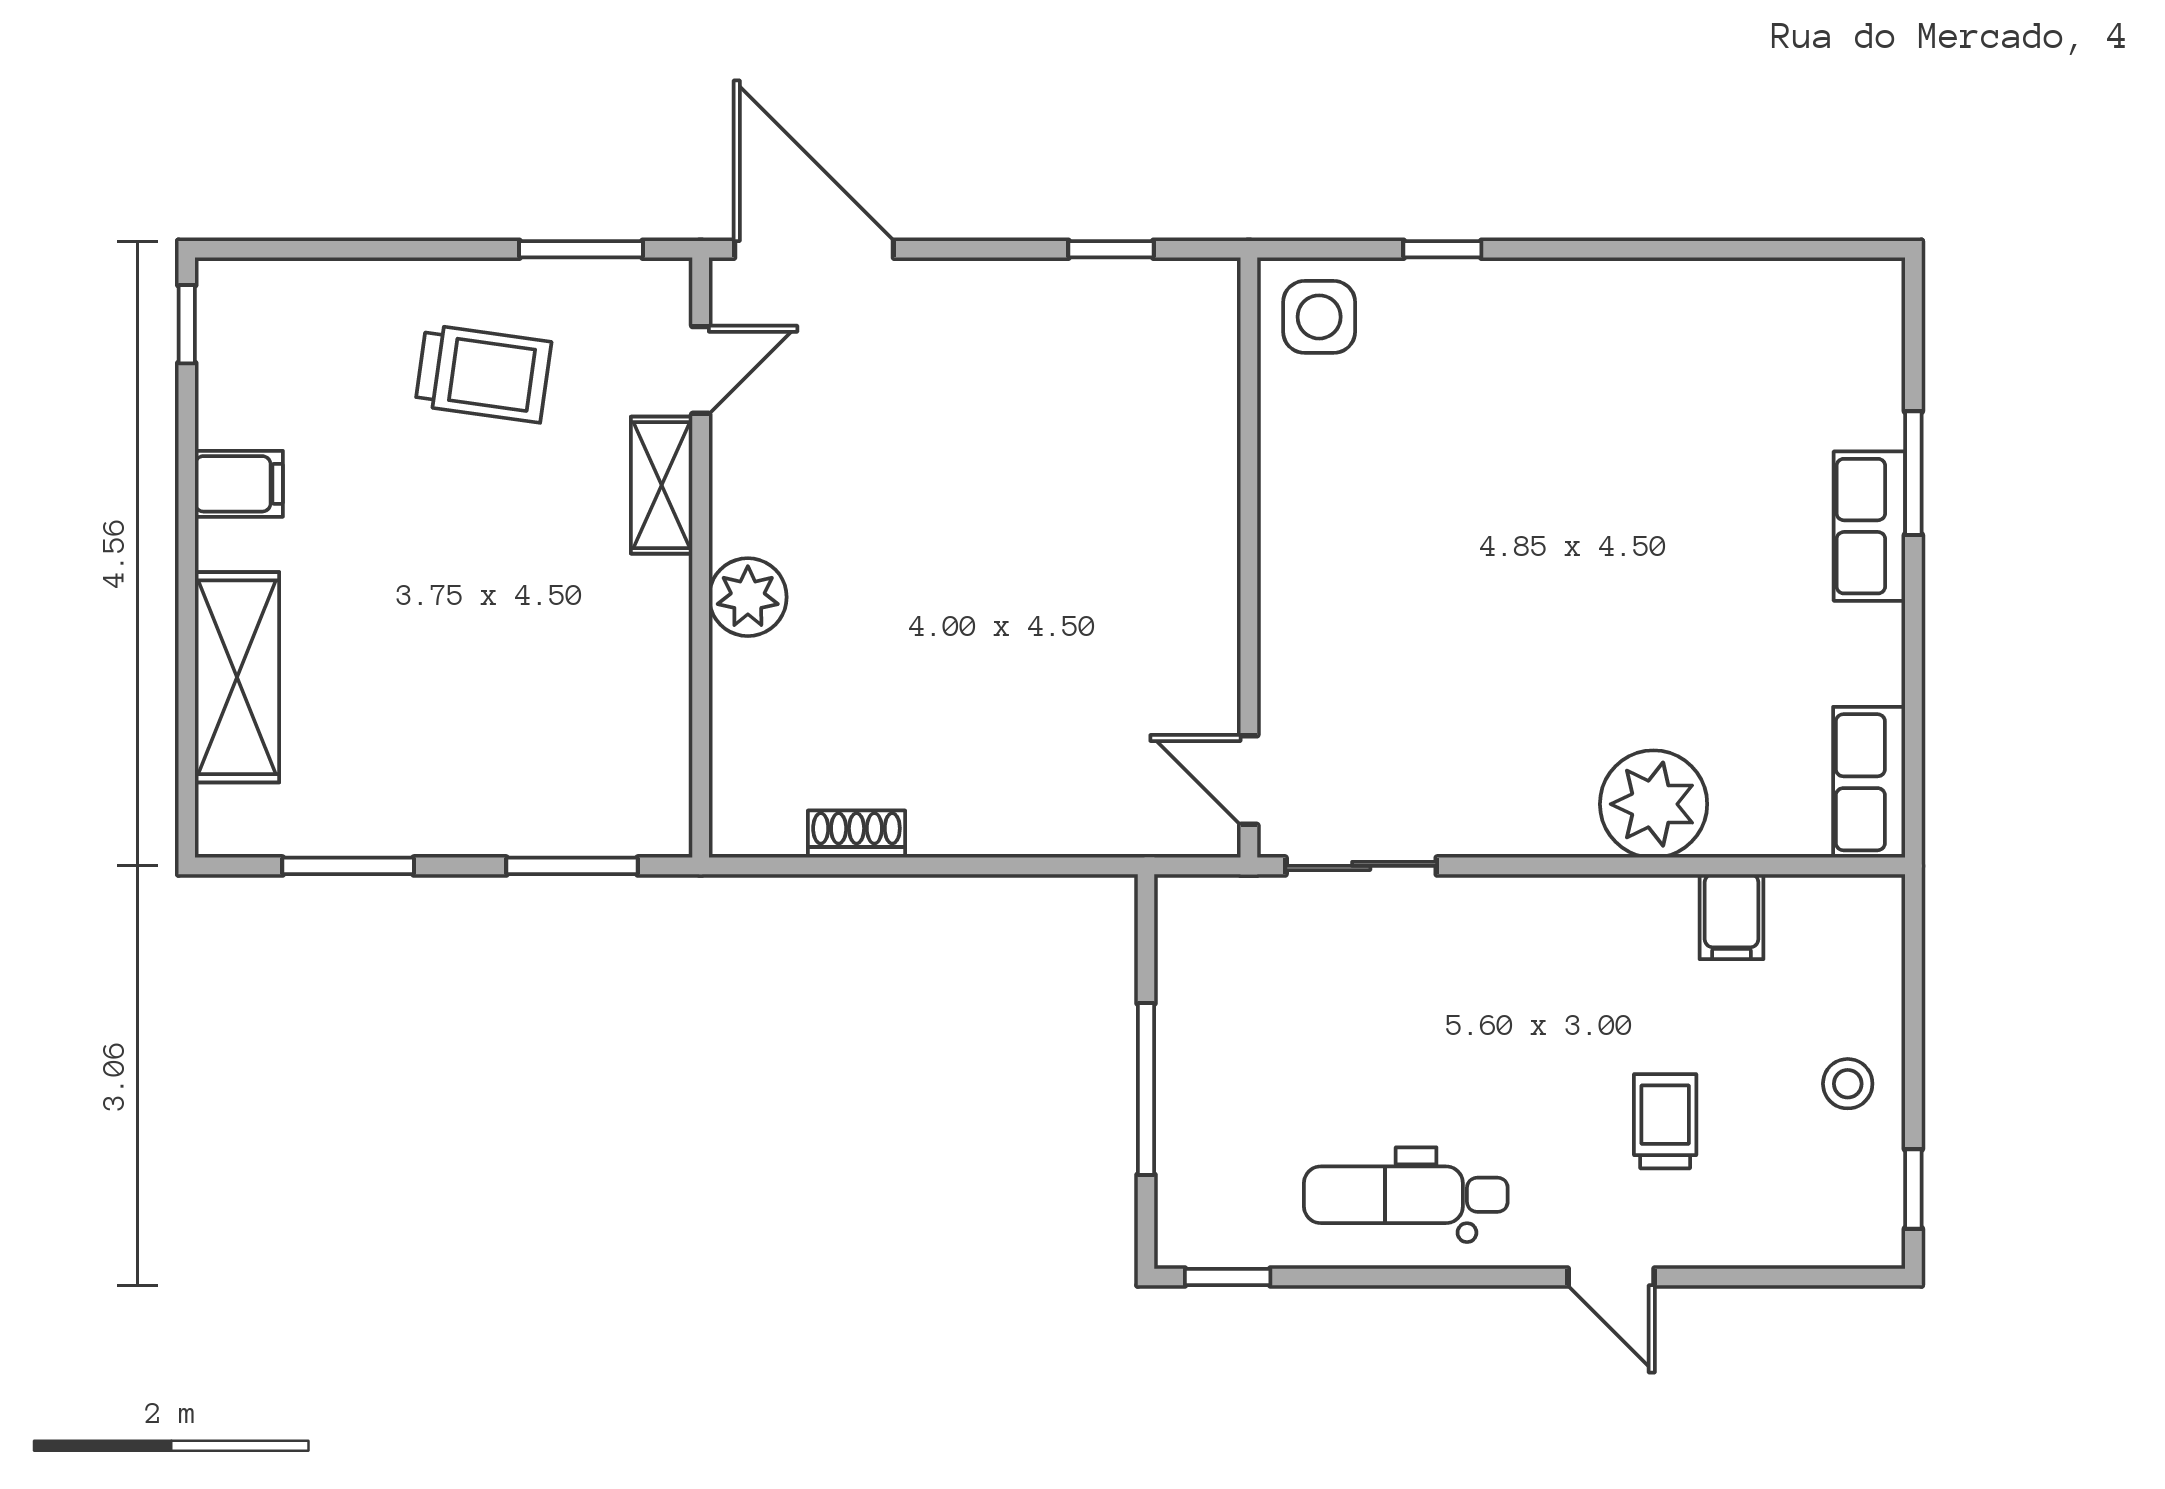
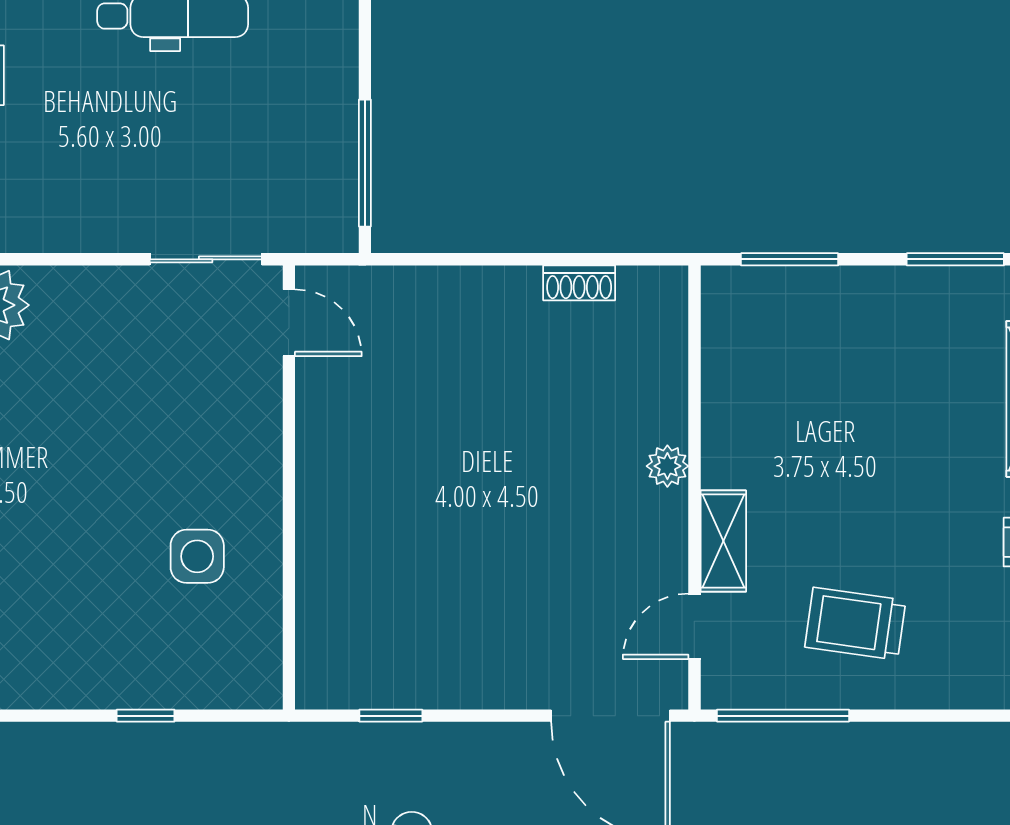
window: (581, 249) -> (783, 716), width x1.44
side table: (1319, 317) -> (197, 556), moved
plant: (748, 597) -> (667, 466), width x0.73, depth x0.73
window: (1146, 1089) -> (365, 163), moved

